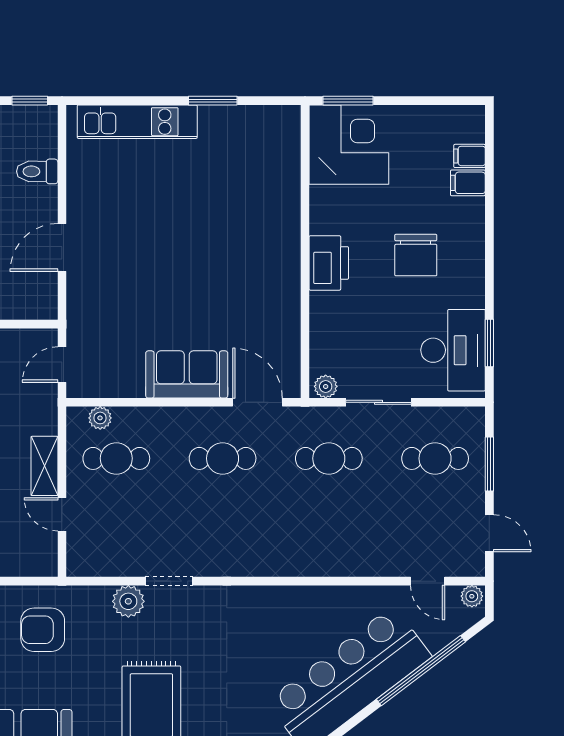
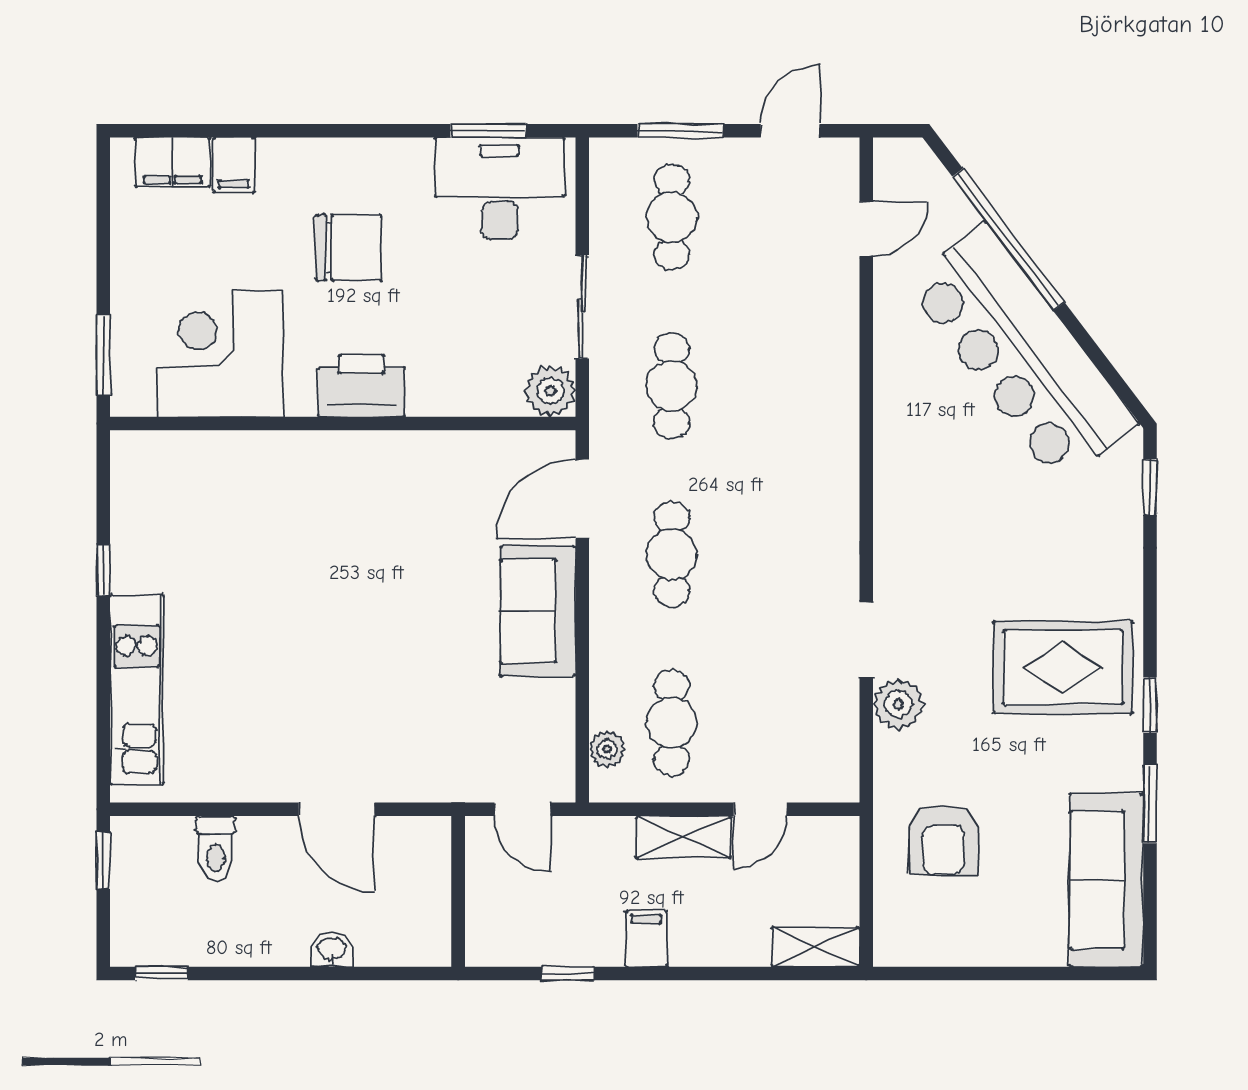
window: (213, 101) -> (103, 570), width x0.67
corner desk: (349, 145) -> (220, 354), moved
filing cabinet: (470, 156) -> (173, 162), width x2.00
plant: (326, 386) -> (550, 391), width x1.38, depth x1.38
plant: (472, 596) -> (890, 159), removed

